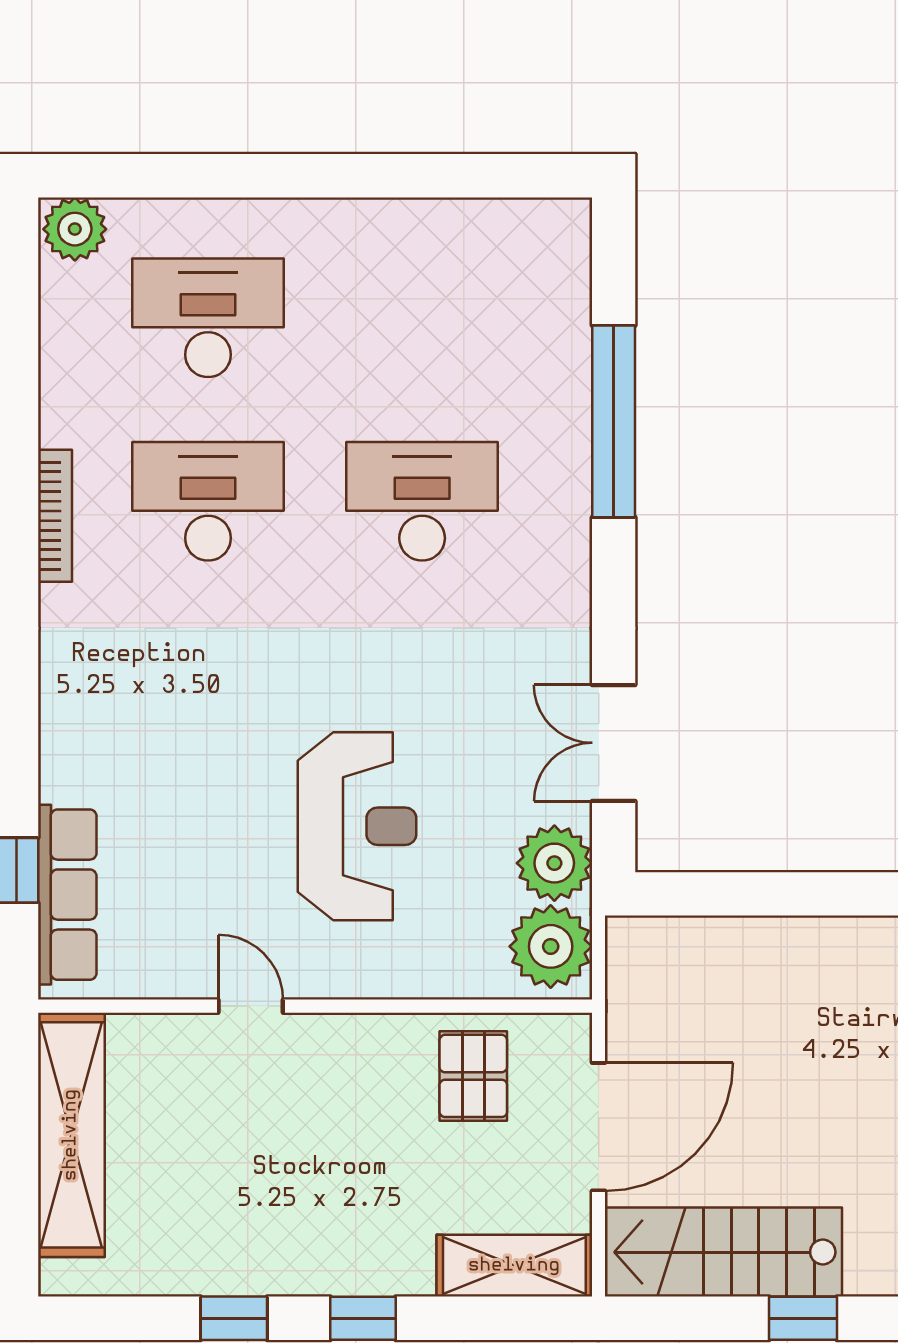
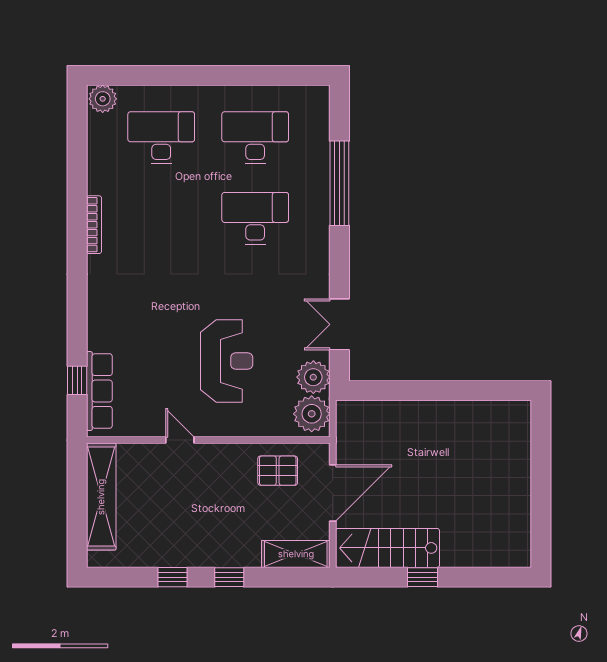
desk: (208, 501) -> (255, 138), moved
pallet: (473, 1076) -> (278, 471), turned 90

